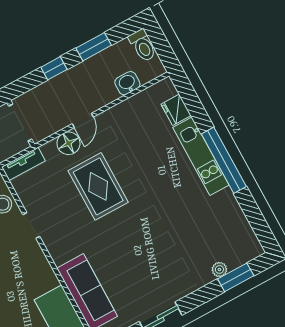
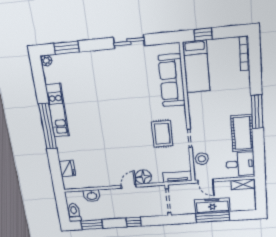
window: (94, 47) -> (92, 225), moved
kitchen unit: (201, 156) -> (57, 110), moved
rug: (98, 186) -> (162, 134), moved, width x0.73, depth x0.70
plant: (219, 269) -> (46, 61), moved

